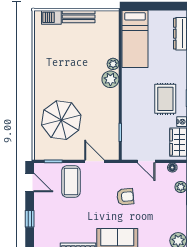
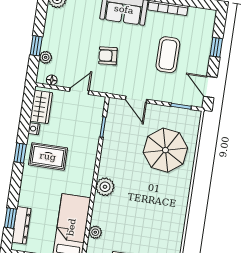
plant: (113, 64) -> (95, 232), moved
rug: (165, 99) -> (48, 156), turned 90
door: (146, 161) -> (79, 91), hinge flipped
coffee table: (71, 181) -> (168, 55), moved

